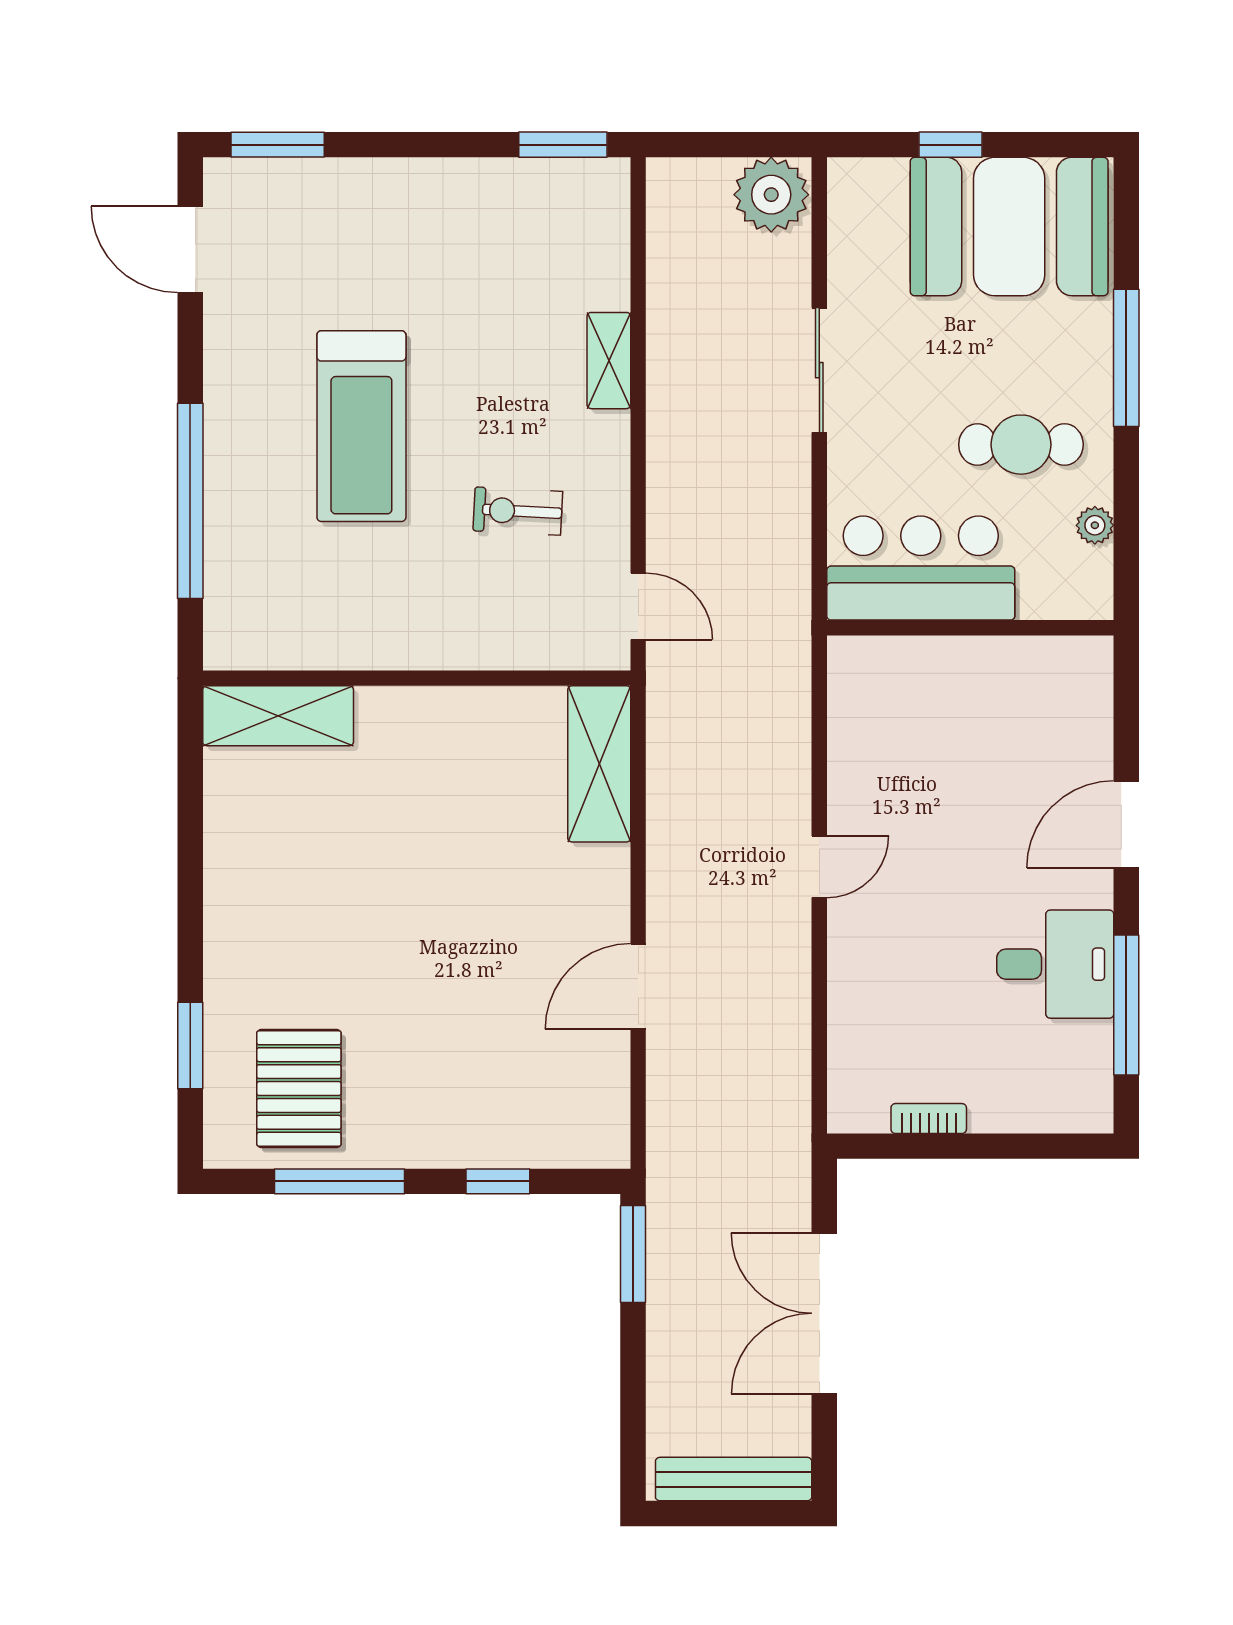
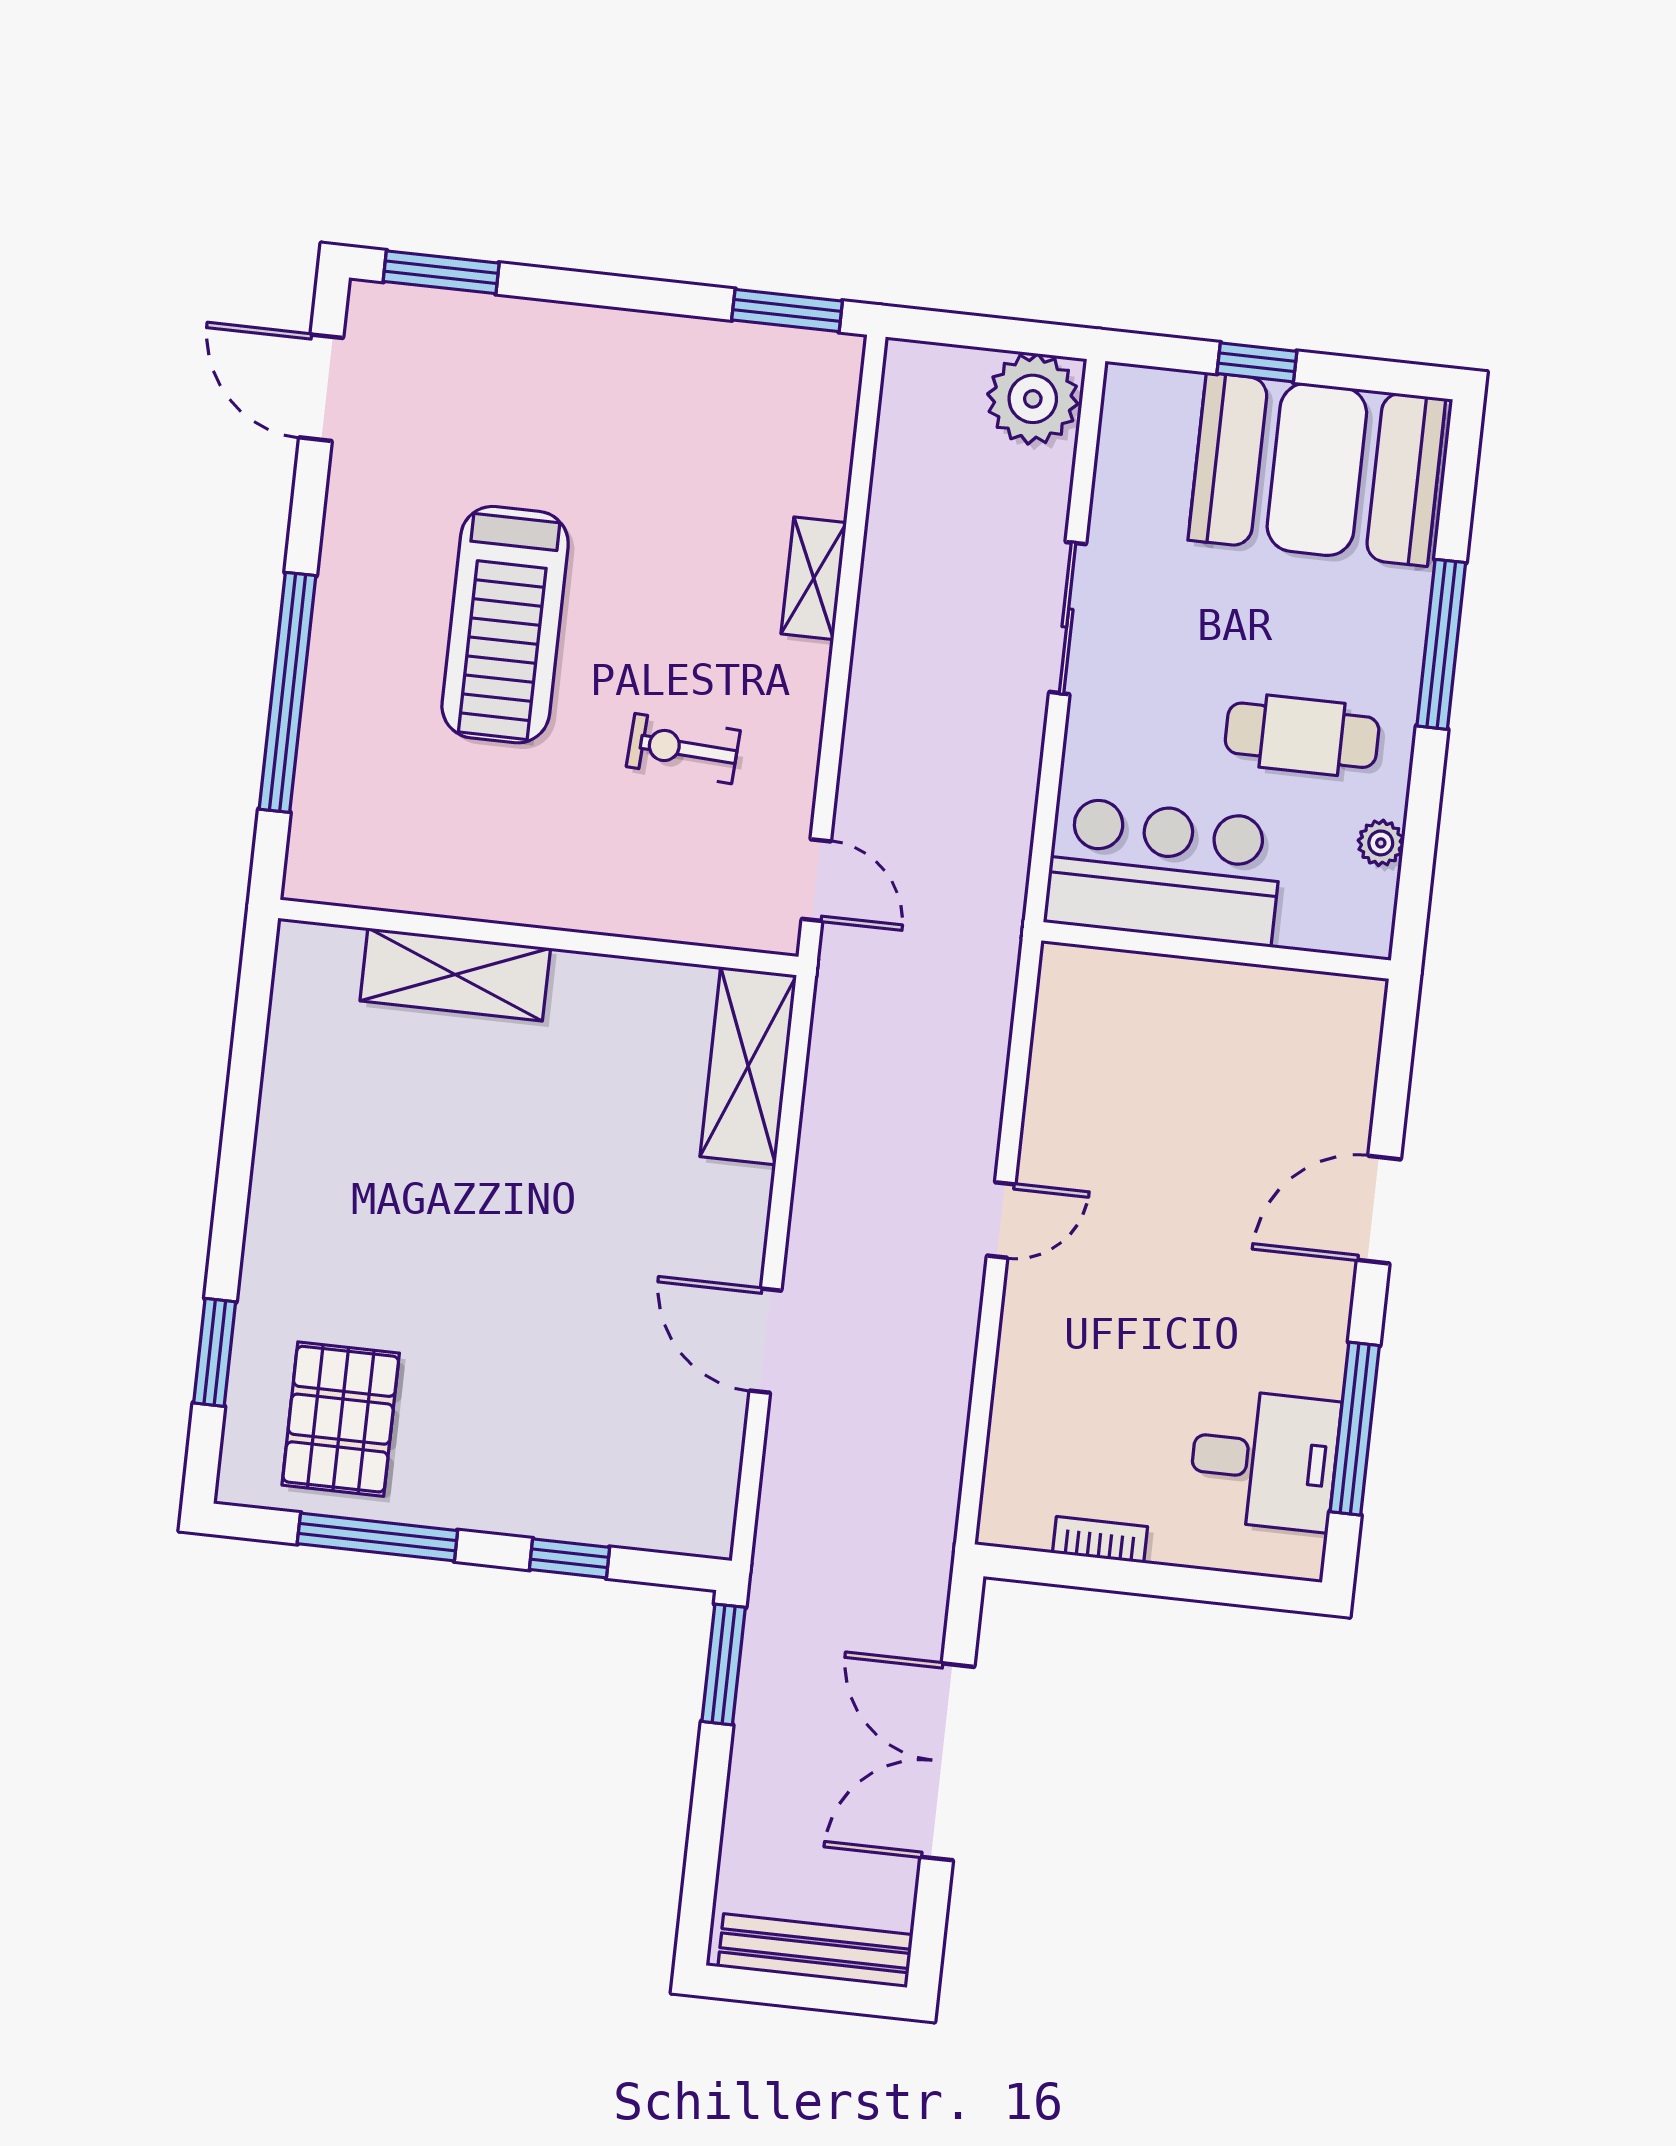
shelving: (278, 716) -> (455, 974), moved
desk: (1055, 964) -> (1264, 1460), moved
door: (638, 986) -> (765, 1341), hinge flipped

